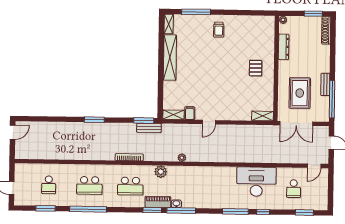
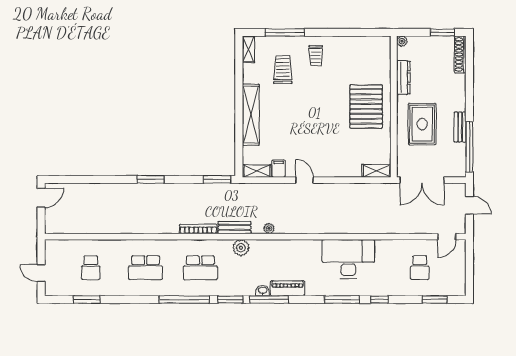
trolley: (194, 40) -> (283, 70), added
shelving: (170, 58) -> (251, 115), moved
pallet: (256, 68) -> (366, 106), width x2.05, depth x2.00
rug: (300, 93) -> (422, 124), moved
door: (209, 122) -> (304, 180), swing flipped
bench: (149, 128) -> (235, 228), moved
desk: (256, 182) -> (348, 259), moved
piano: (158, 202) -> (287, 288), moved
window: (88, 209) -> (184, 300), moved

